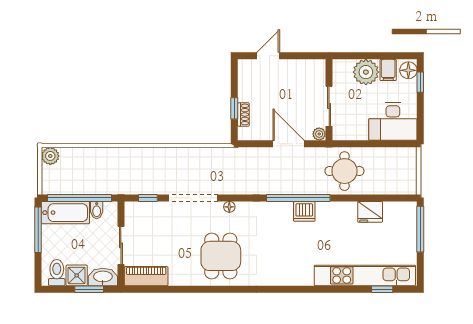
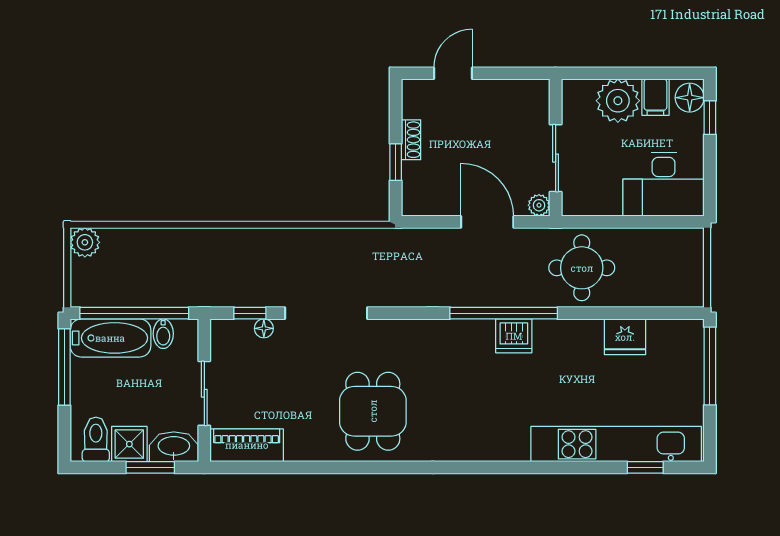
shoe rack: (243, 114) -> (411, 140), moved
floor lamp: (229, 207) -> (264, 328), moved

